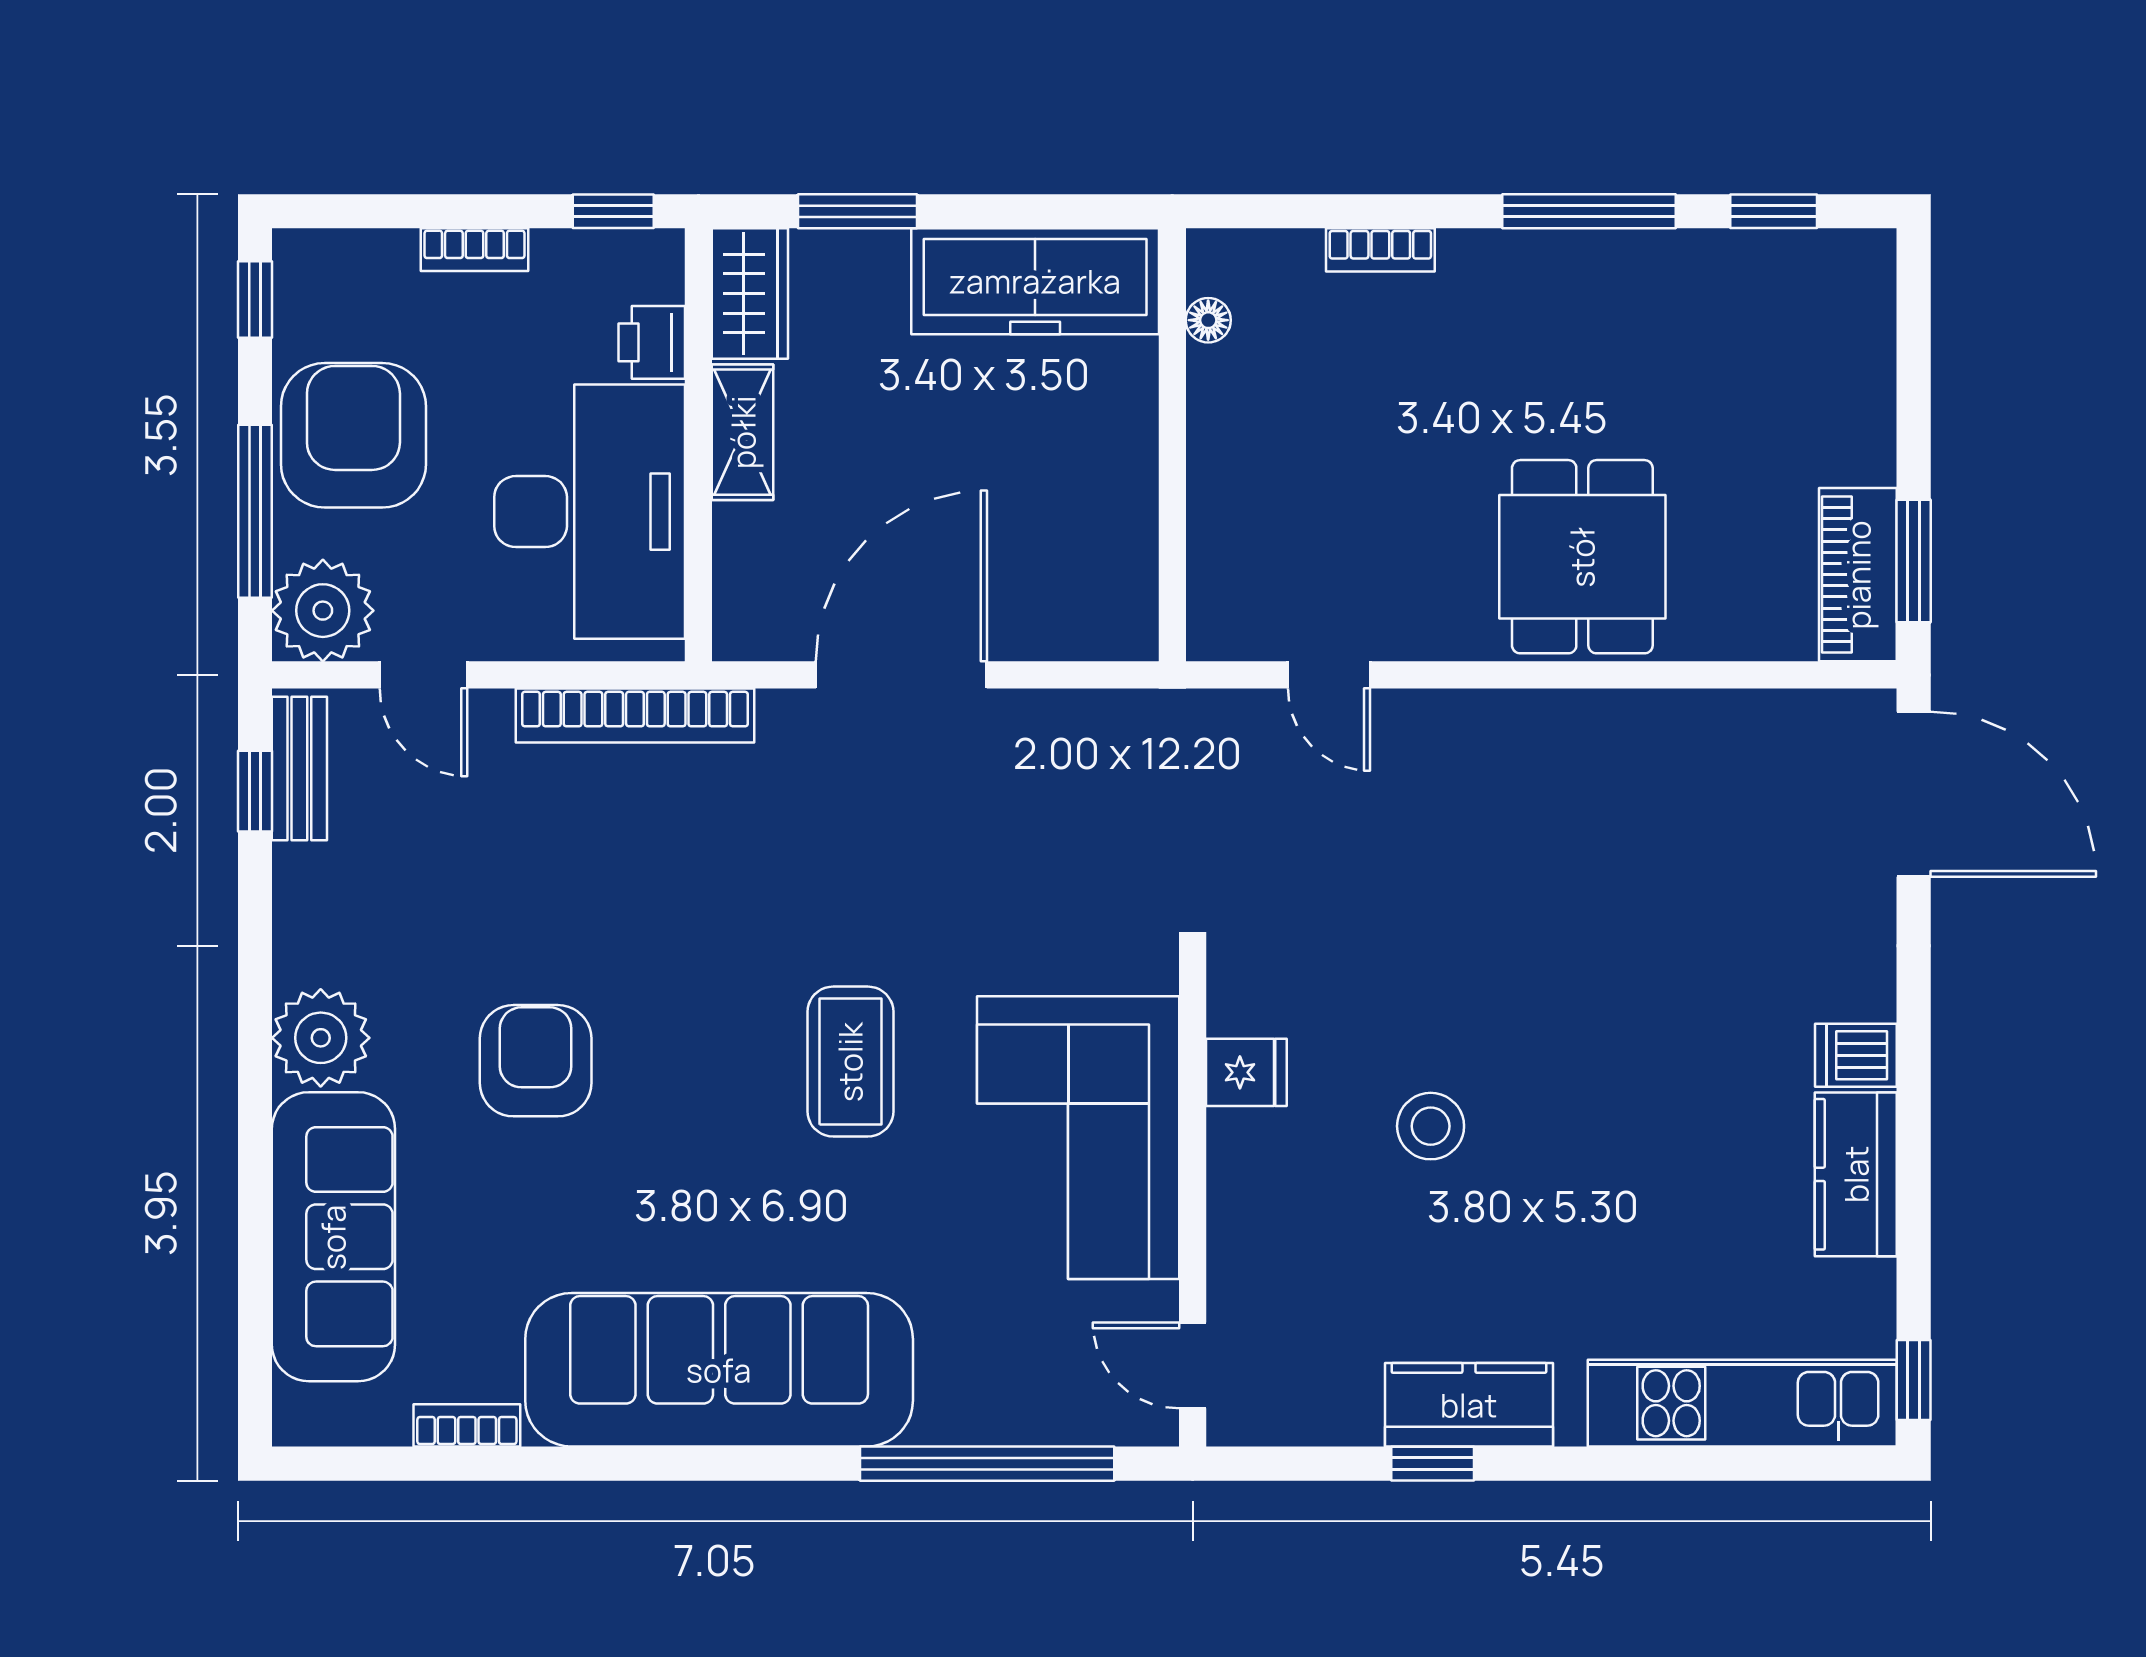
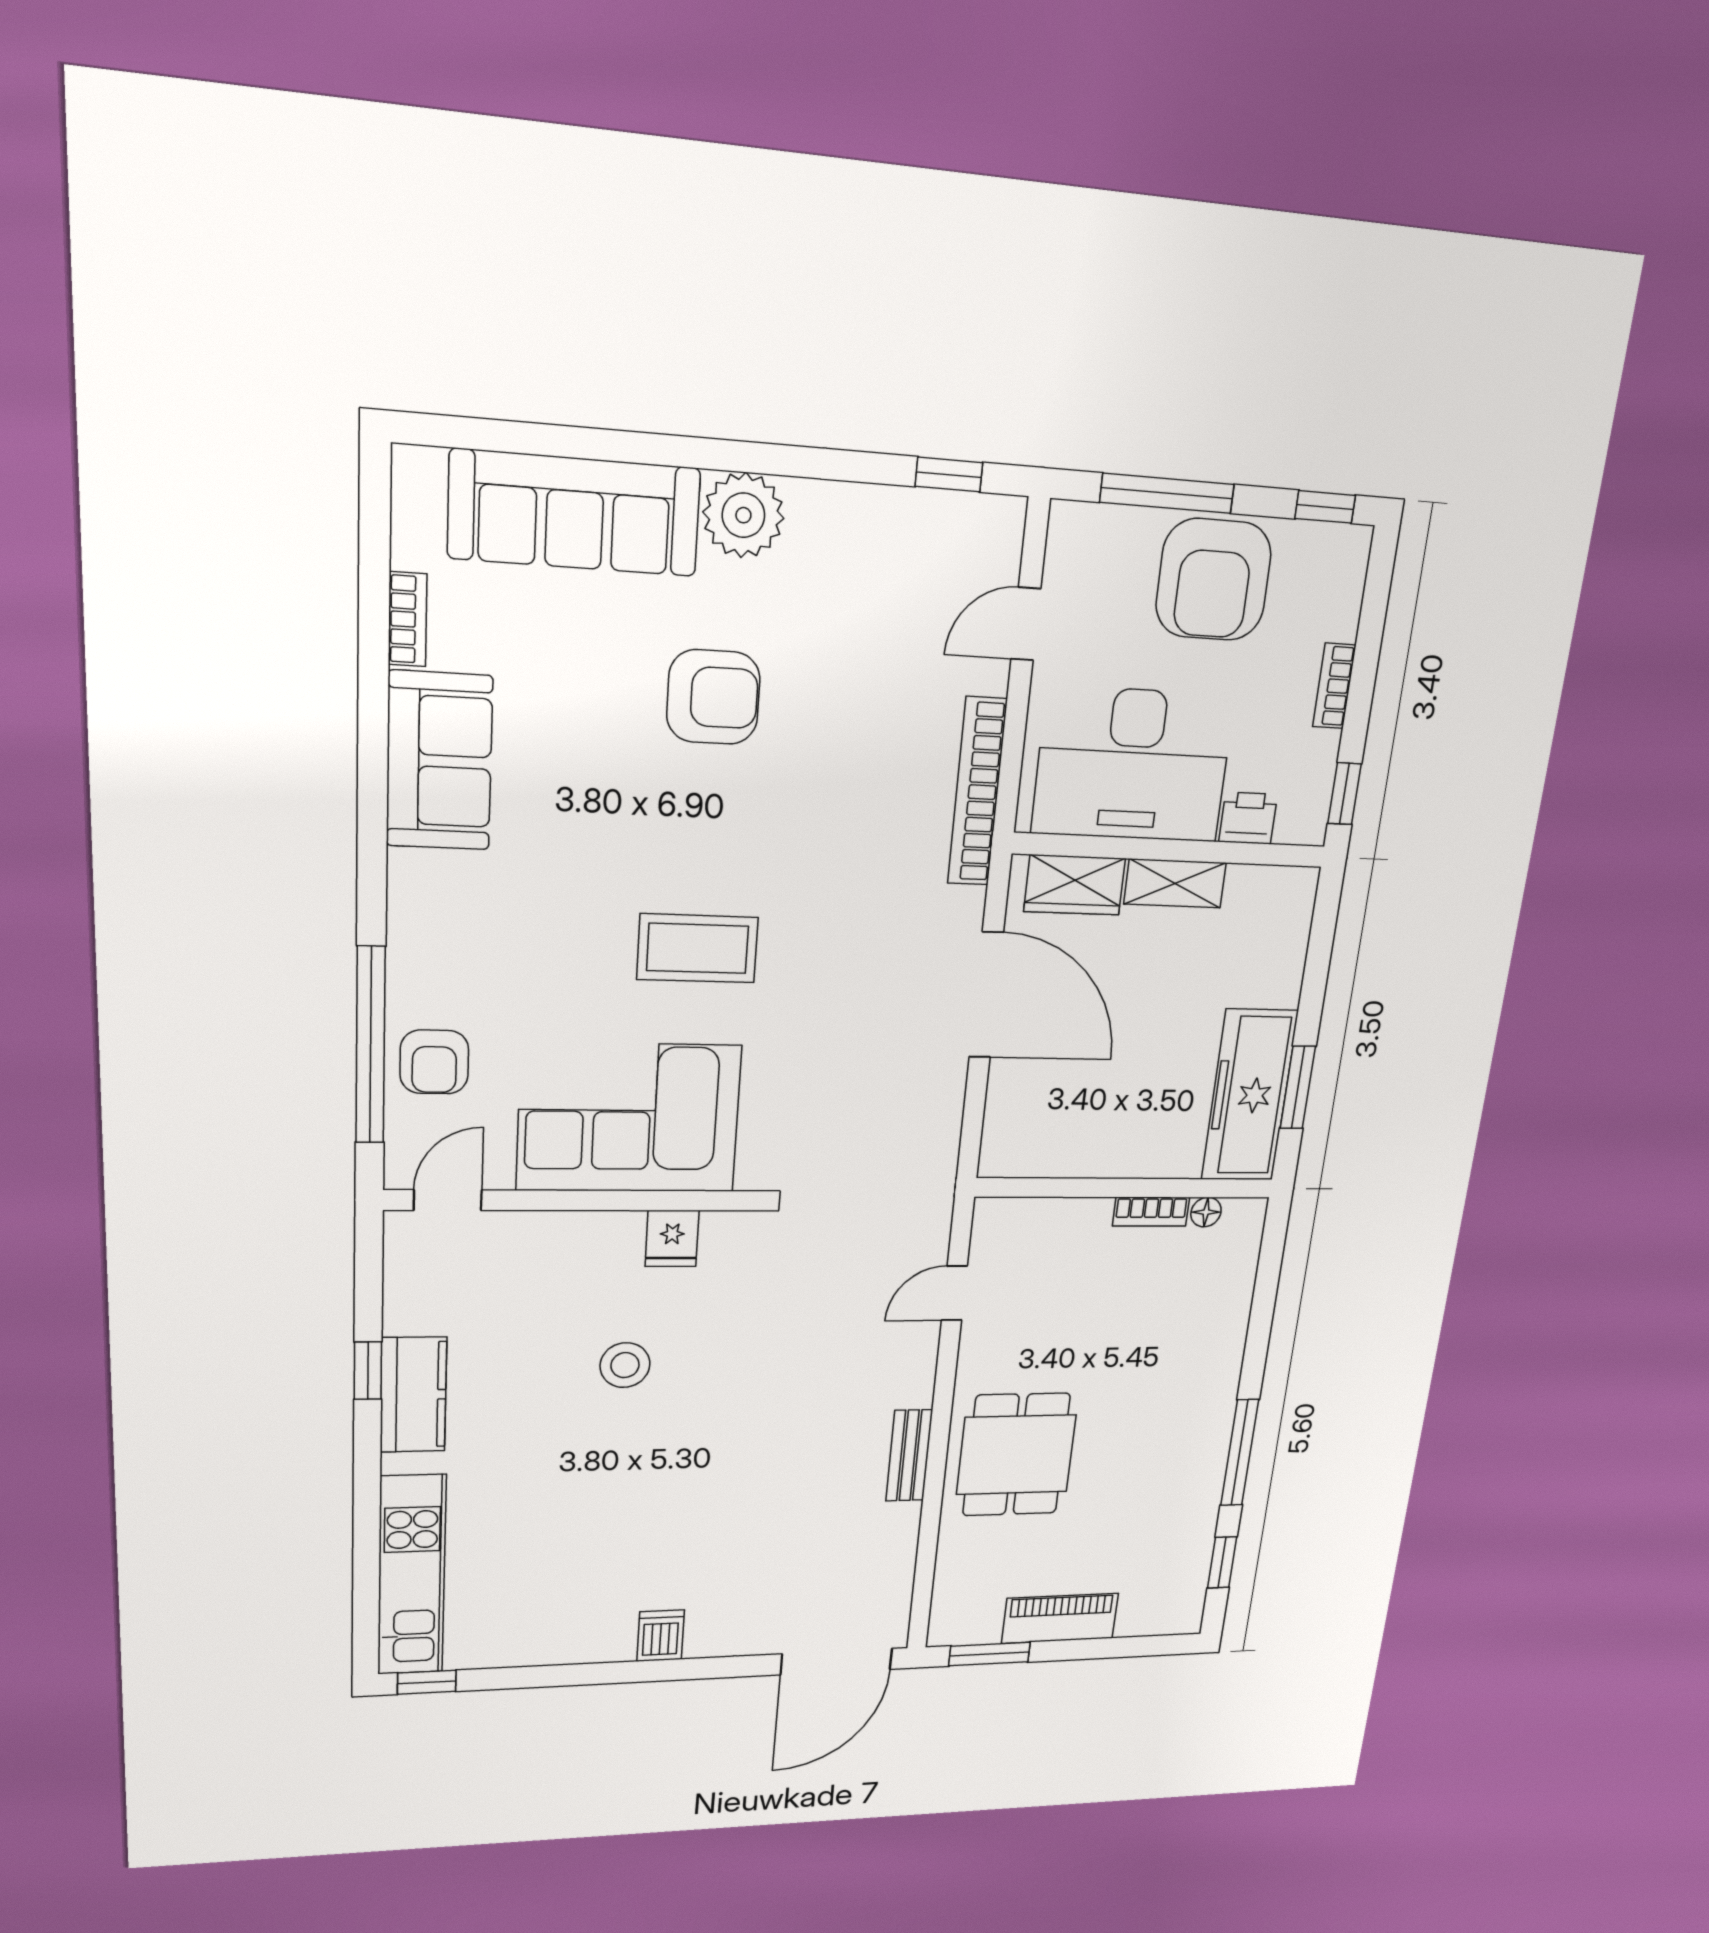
window: (857, 211) -> (1298, 1087), moved
bookcase: (1380, 250) -> (1151, 1212), moved, turned -90
wardrobe: (750, 293) -> (1075, 885), moved
armchair: (353, 435) -> (1214, 580), turned 90
dining table: (1582, 557) -> (1016, 1455), turned 90
piano: (1858, 575) -> (1060, 1618), moved
plant: (323, 611) -> (1084, 544), removed
bench: (299, 769) -> (909, 1455), moved, turned 90
kitchen counter: (1856, 1174) -> (577, 1639), removed
sofa: (719, 1370) -> (439, 761), width x0.54, depth x0.79
armchair: (1007, 1386) -> (434, 1062), added

